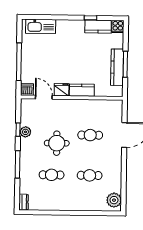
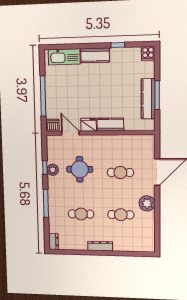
kitchen counter: (98, 27) -> (95, 55), moved
round table: (57, 143) -> (80, 169), moved
plant: (114, 200) -> (147, 203), moved
dresser: (69, 206) -> (100, 246), added

